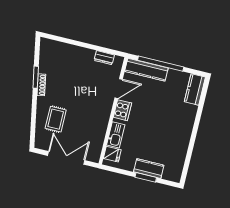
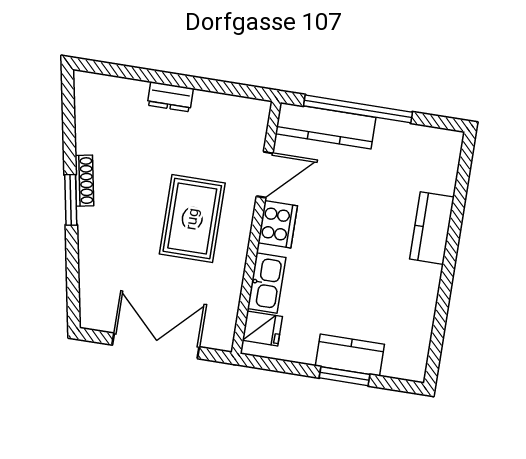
dresser: (104, 58) -> (170, 97), moved
window: (36, 77) -> (71, 200), moved
kitchen counter: (195, 89) -> (432, 228), moved
rug: (56, 119) -> (192, 219), moved, width x1.36, depth x1.43

